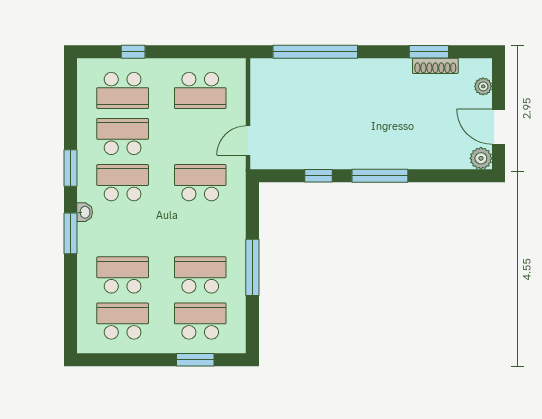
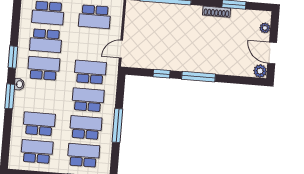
shoe rack: (435, 66) -> (216, 12), moved
school desk: (123, 137) -> (46, 41), turned 180
school desk: (200, 229) -> (88, 100), added

